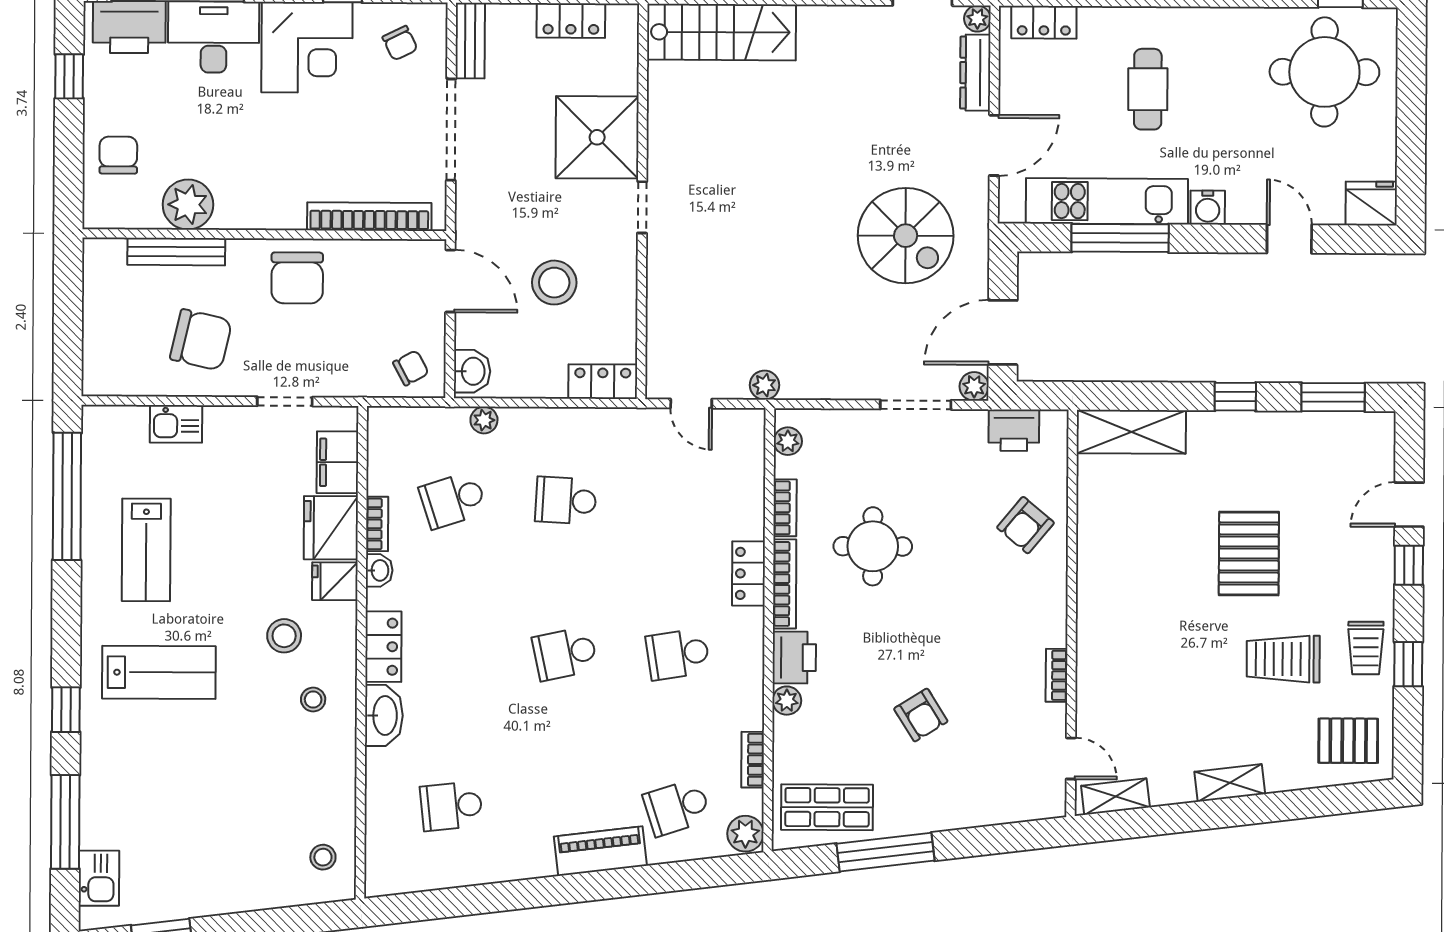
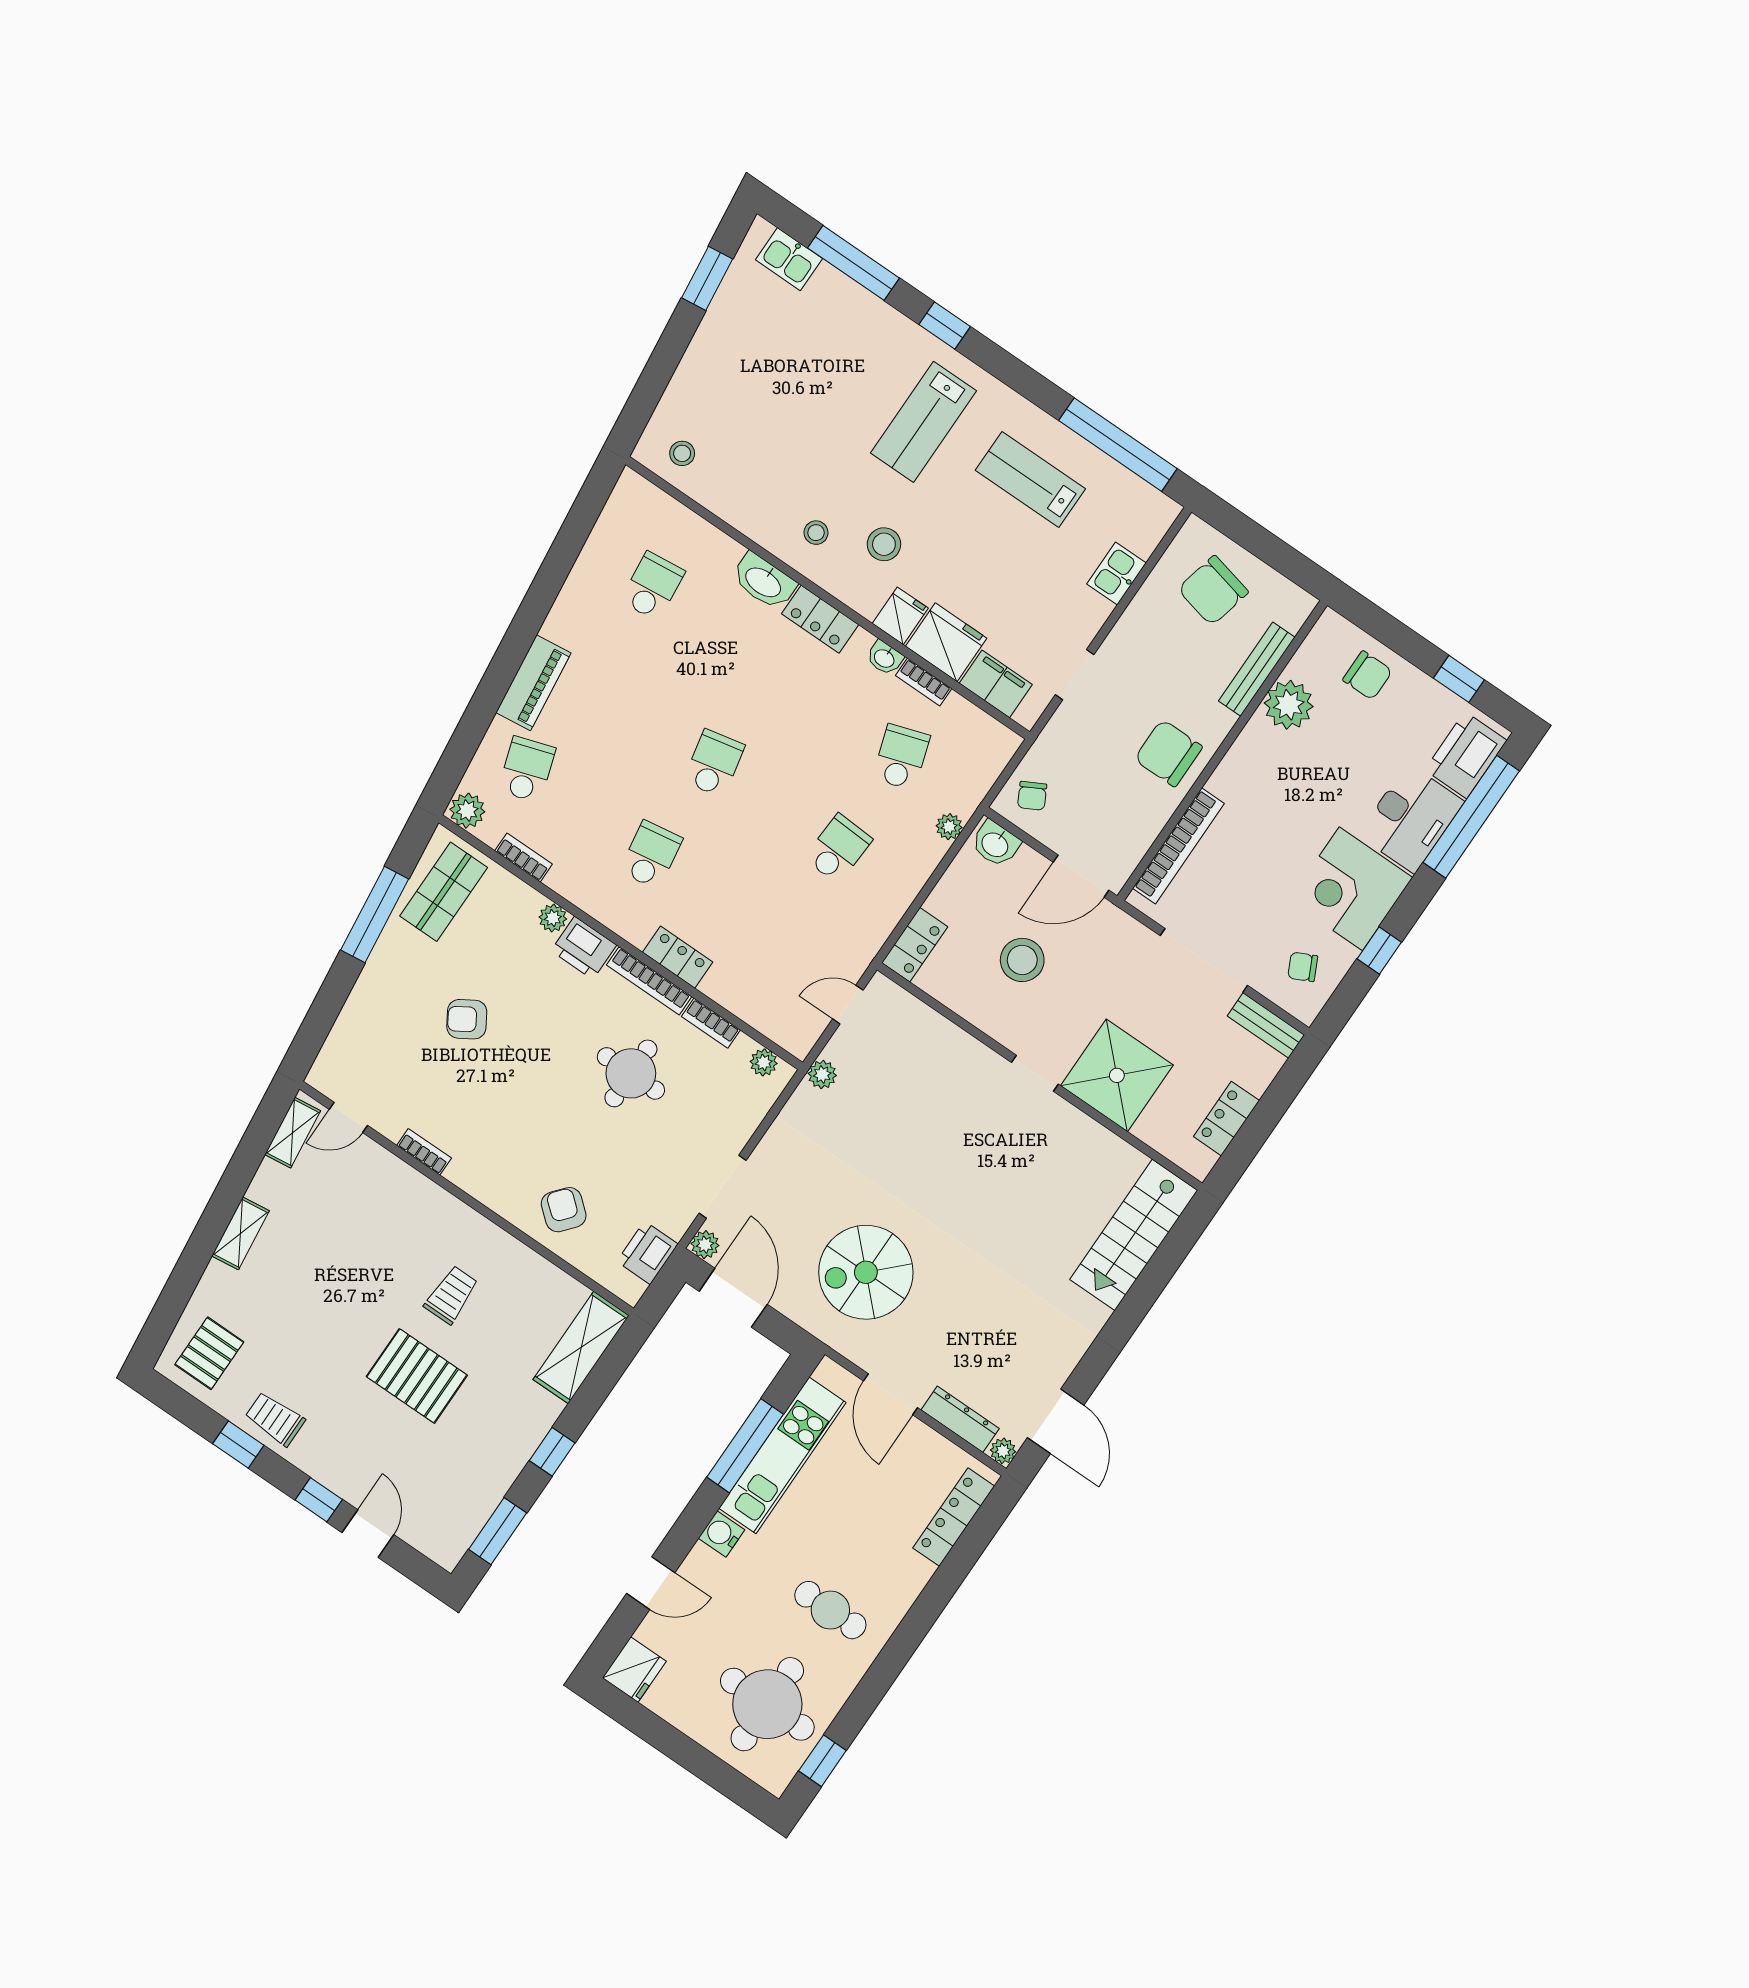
locker: (1044, 22) -> (954, 1517), width x1.53
cafe table: (1148, 89) -> (830, 1610), moved
chair: (201, 340) -> (1213, 590), moved
trolley: (1283, 659) -> (451, 1295), moved, width x0.73, depth x0.72

